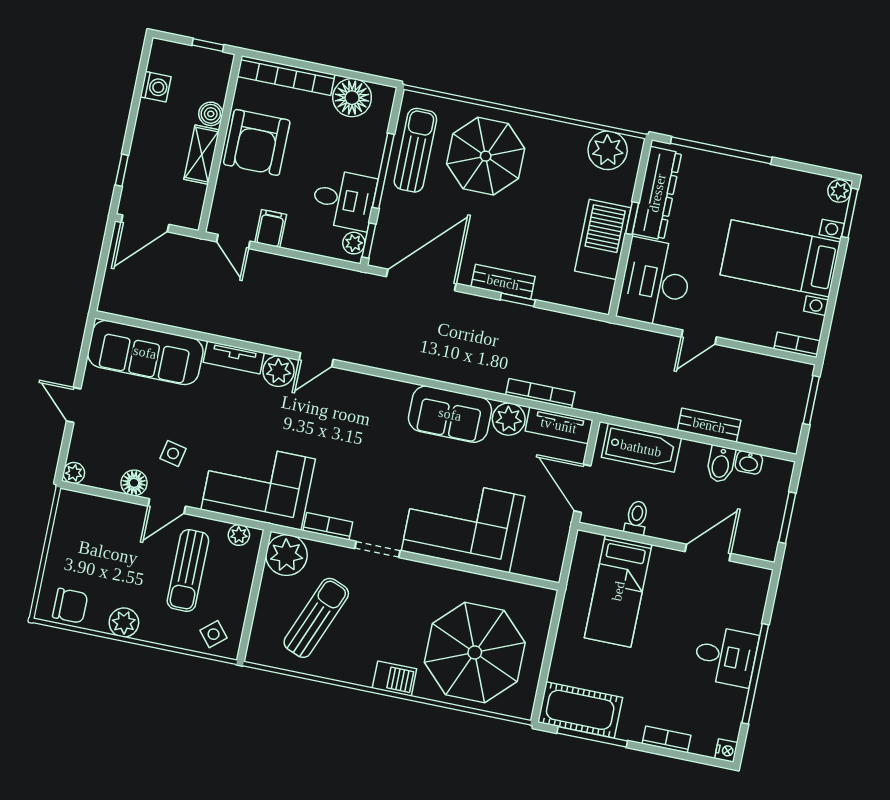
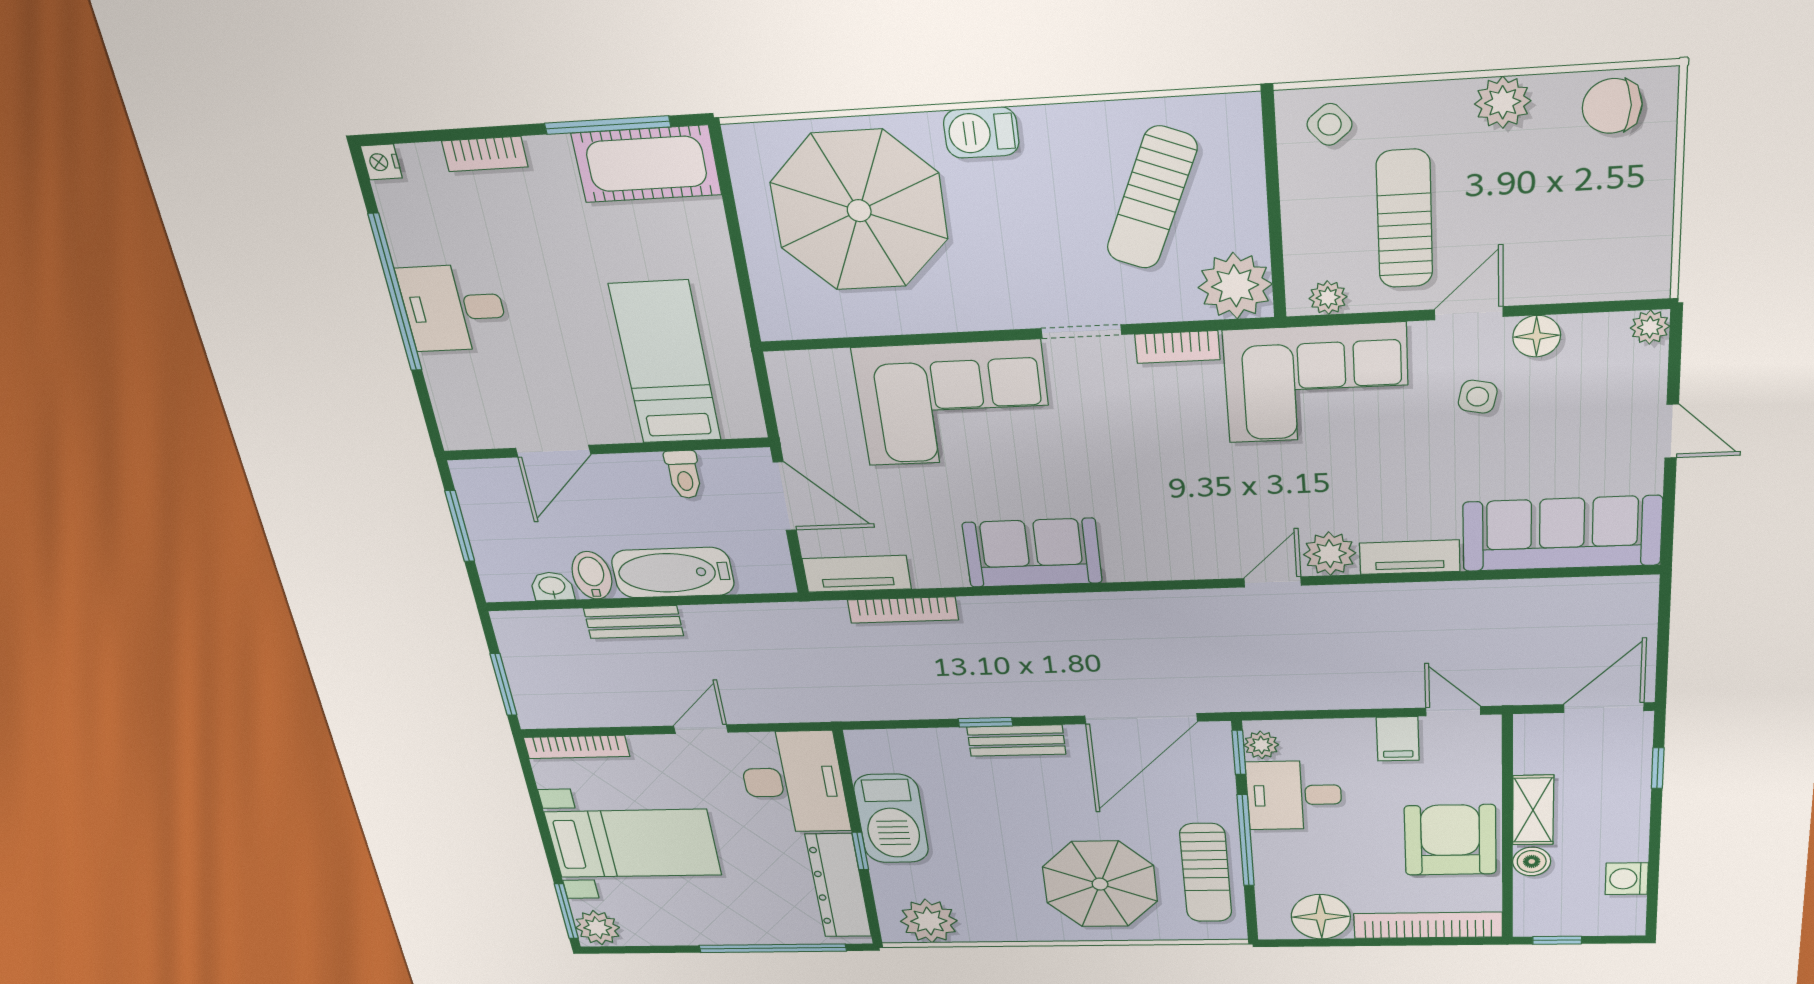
plant: (839, 191) -> (598, 928), width x1.38, depth x1.38
bookcase: (797, 345) -> (577, 747), width x1.56
plant: (509, 419) -> (938, 566), removed
bathtub: (641, 448) -> (673, 573), moved

